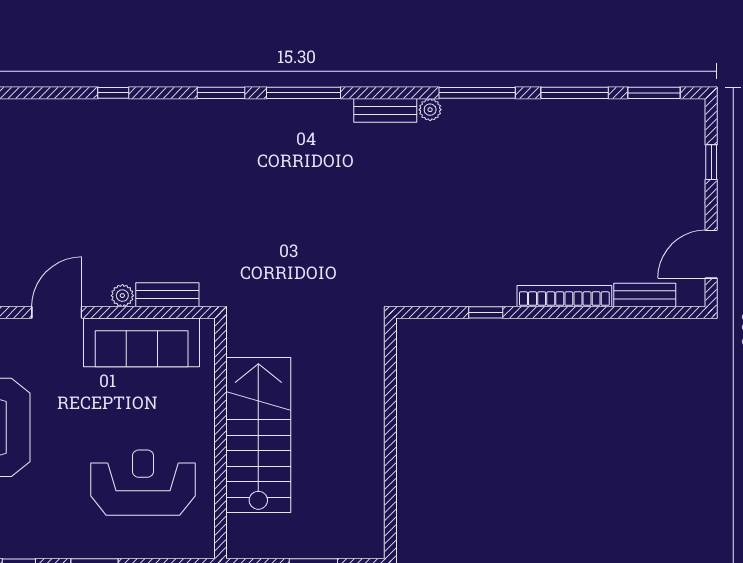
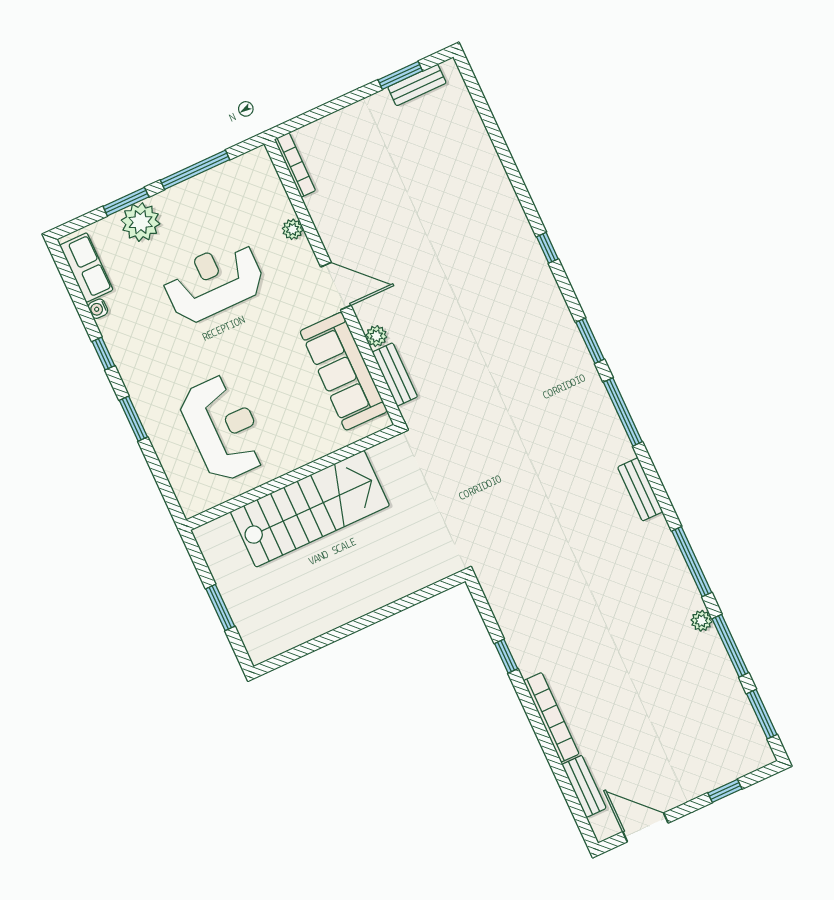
plant: (430, 110) -> (701, 621), moved

